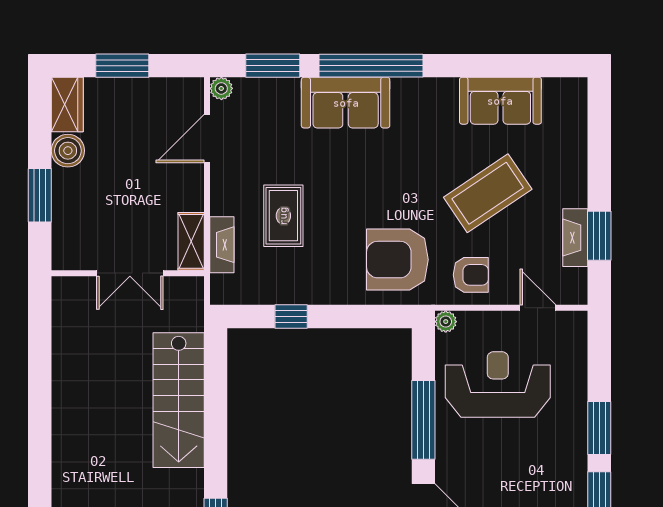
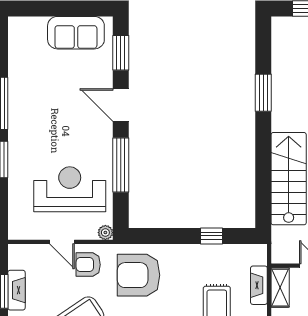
armchair: (397, 260) -> (139, 275), turned 180
door: (538, 308) -> (62, 242), moved
reception desk: (498, 385) -> (70, 189), turned 180

